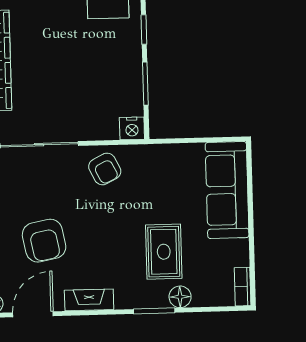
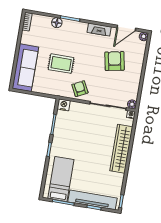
rug: (164, 252) -> (61, 64), moved, turned 90

